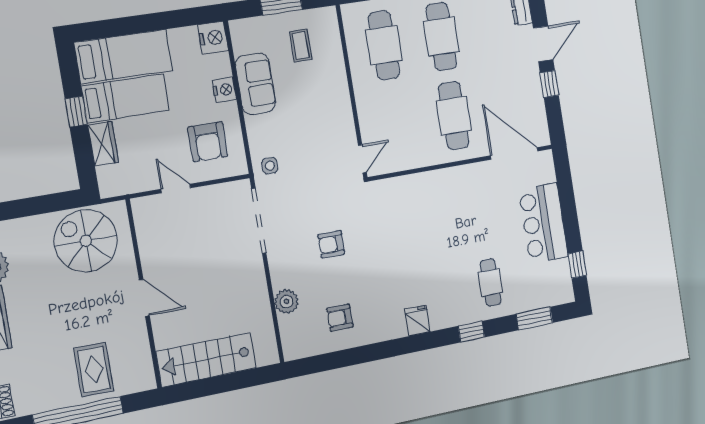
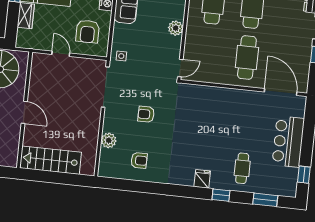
plant: (339, 100) -> (176, 28), added
armchair: (340, 318) -> (139, 160), turned 180
fridge: (418, 320) -> (202, 179), moved

